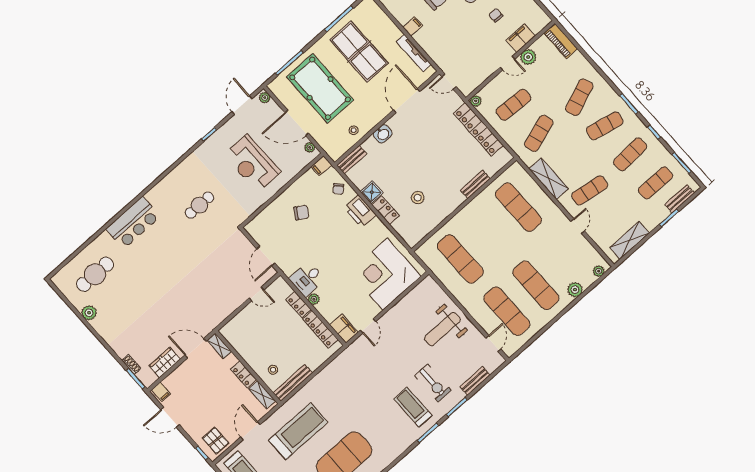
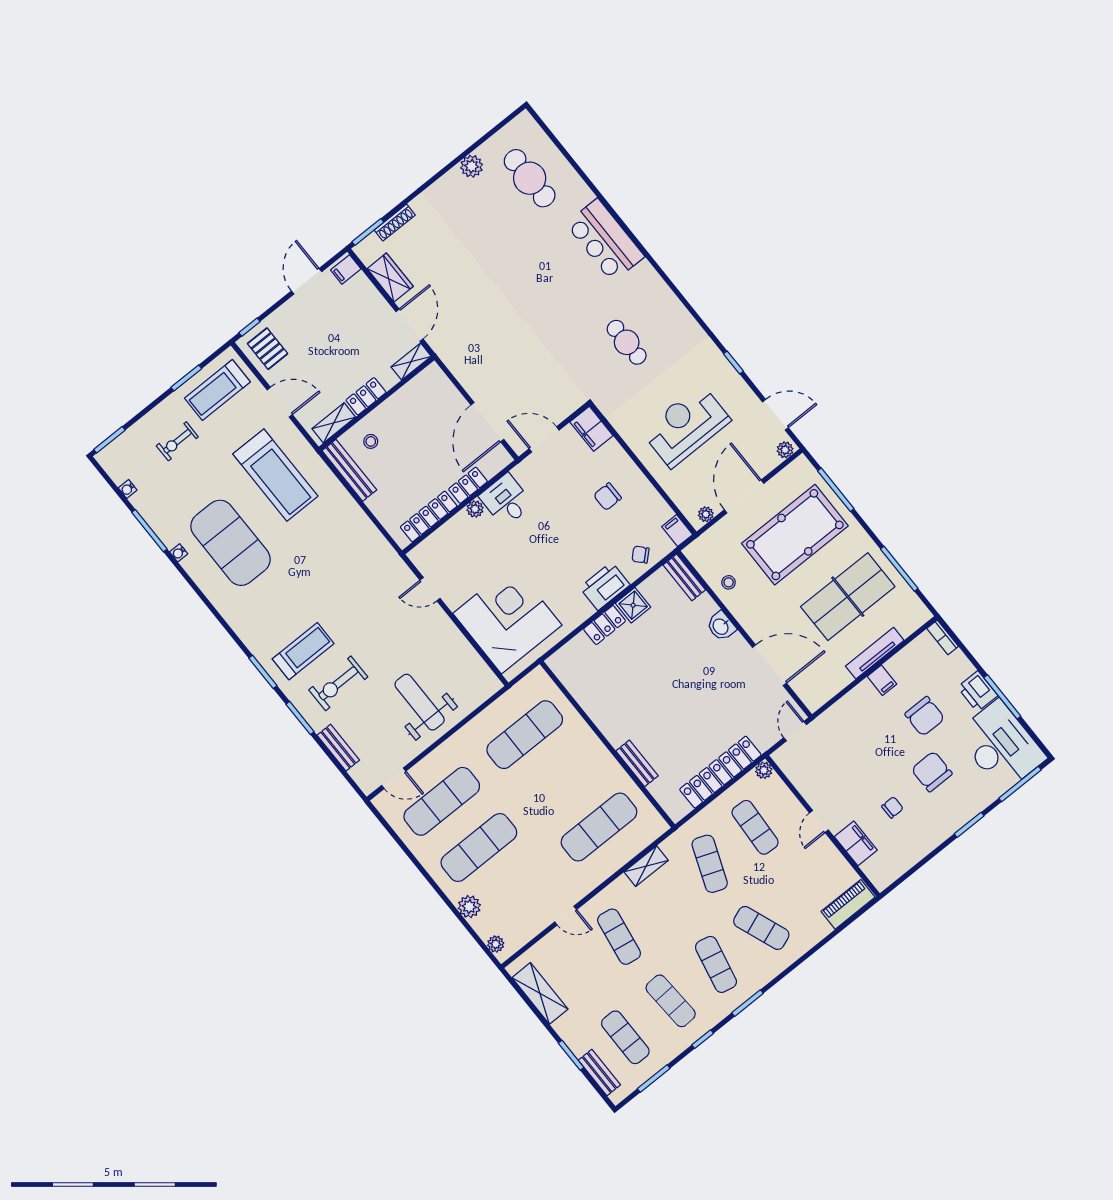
tv unit: (414, 53) -> (875, 653), moved
plant: (528, 57) -> (826, 853), removed
exercise mat: (539, 133) -> (710, 864), turned 39
shelving: (549, 179) -> (646, 866), width x0.67, depth x0.75
stool: (418, 198) -> (621, 675), removed
chair: (301, 213) -> (608, 497), turned 57
door: (256, 294) -> (487, 422), width x1.87
filing cabinet: (344, 329) -> (591, 429), moved, turned 90
shoe rack: (131, 364) -> (395, 223), width x1.43
pallet: (216, 441) -> (268, 349), turned 90

